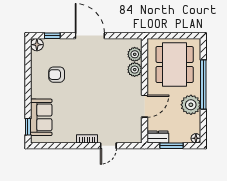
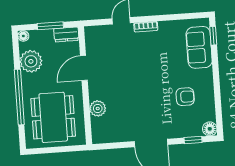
plant: (135, 54) -> (99, 126), removed
plant: (191, 105) -> (31, 61), moved

